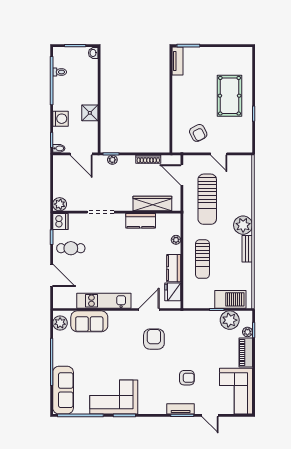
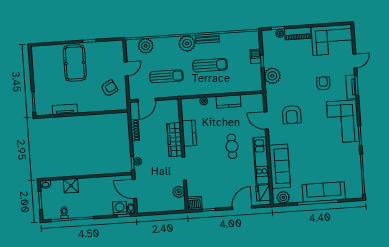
tv unit: (177, 61) -> (65, 109), moved
pool table: (230, 96) -> (75, 63), turned 90
shower: (90, 113) -> (71, 186), moved
washing machine: (60, 119) -> (120, 208), moved
door: (81, 154) -> (134, 189), swing flipped
plant: (244, 178) -> (146, 46), added
sun lounger: (207, 199) -> (166, 76), width x0.73, depth x0.75
plant: (60, 204) -> (179, 192), moved
wardrobe: (152, 204) -> (175, 140), moved
cafe table: (71, 248) -> (232, 146), moved
sun lounger: (202, 259) -> (210, 65), moved
fridge: (173, 292) -> (263, 193), moved, turned 90
barbecue: (230, 299) -> (256, 56), width x0.53, depth x0.65
plant: (230, 320) -> (272, 76), moved
sofa: (89, 321) -> (280, 166), width x1.36
armchair: (154, 339) -> (292, 114), turned -90
sofa: (63, 390) -> (324, 192), moved
corner sofa: (114, 397) -> (343, 121), moved

